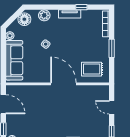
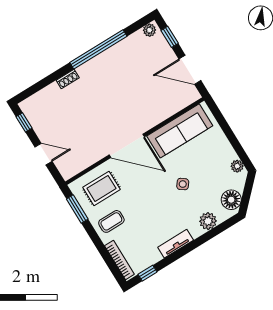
window: (81, 7) -> (147, 273), moved
coffee table: (97, 48) -> (111, 221), added
window: (112, 48) -> (77, 209), moved
sofa: (14, 60) -> (180, 131), moved, turned -90

